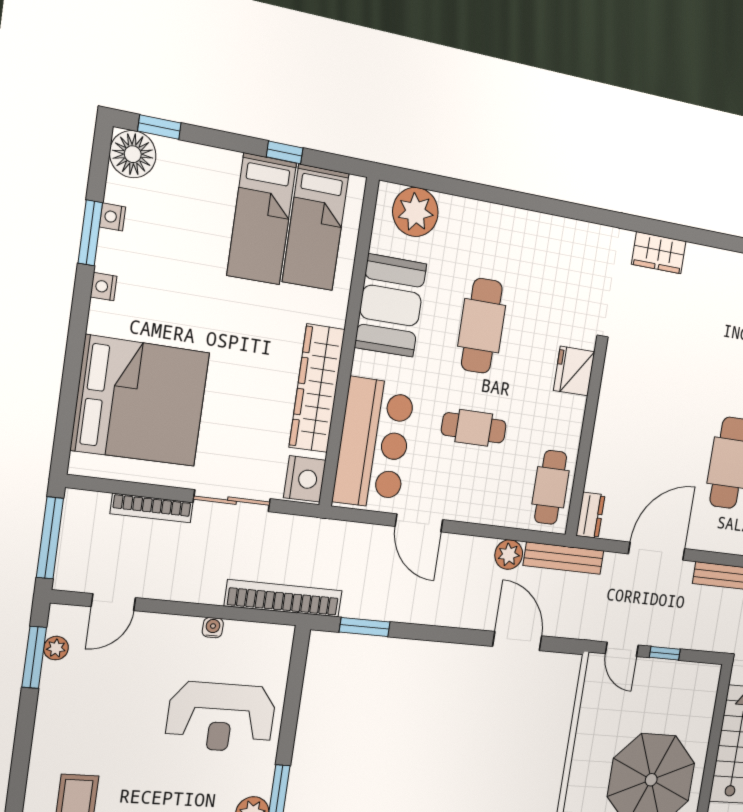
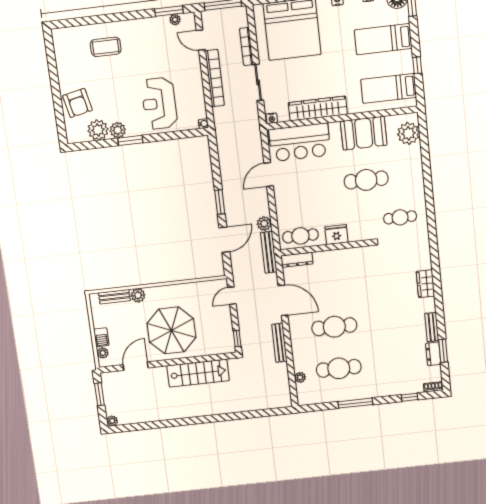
bed: (262, 219) -> (383, 39), moved
wardrobe: (659, 253) -> (425, 284), moved
fridge: (574, 371) -> (336, 235), moved
cafe table: (474, 428) -> (400, 217), moved, turned 90
nightstand: (305, 479) -> (272, 118), width x0.53, depth x0.56
dresser: (591, 515) -> (297, 260), width x1.44
bookcase: (284, 598) -> (215, 78), moved
window: (365, 627) -> (220, 202), moved
water cooler: (213, 628) -> (203, 124), moved
window: (665, 653) -> (237, 339), moved

